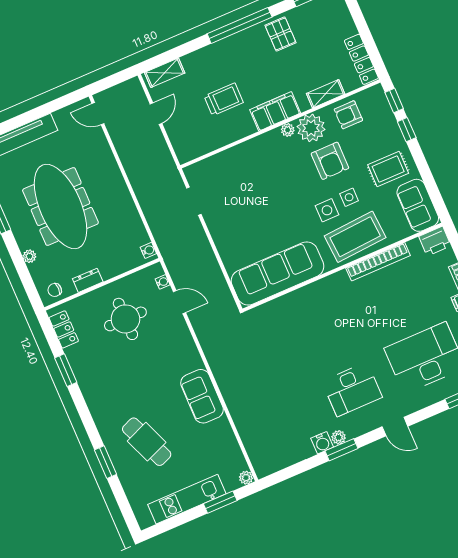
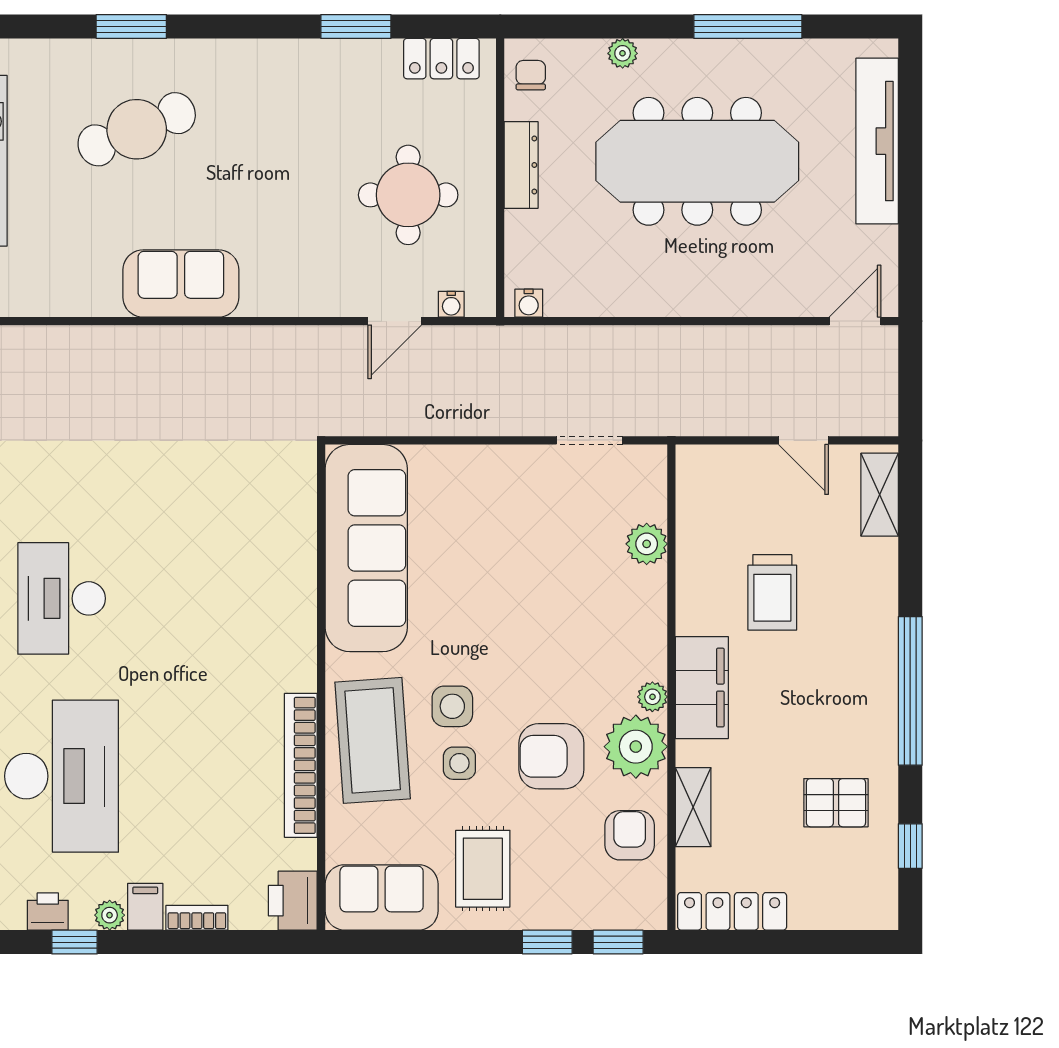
pallet: (280, 34) -> (836, 803), moved
plant: (226, 159) -> (647, 544), added
dresser: (88, 280) -> (521, 165), width x1.44

